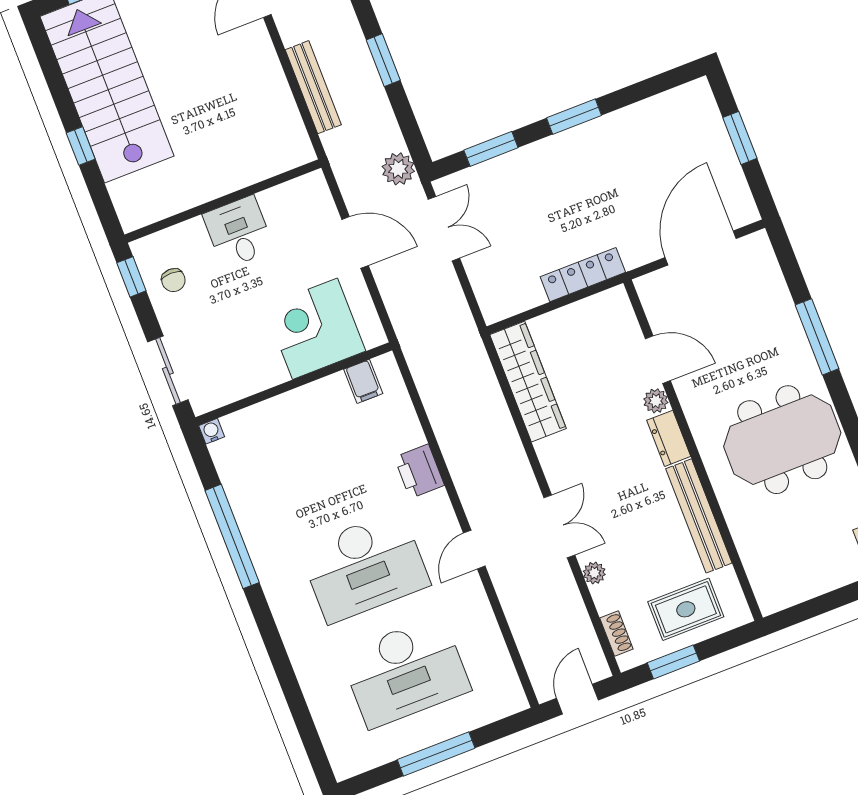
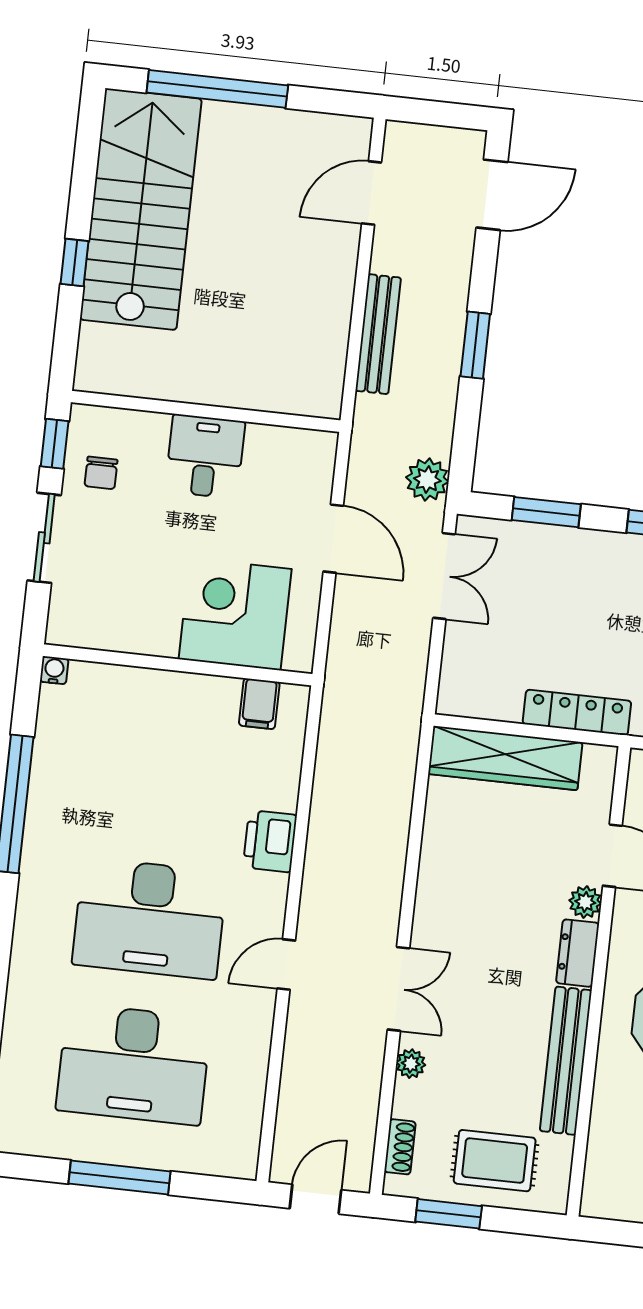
sliding door: (168, 371) -> (44, 538), moved
wardrobe: (528, 382) -> (505, 758), moved, turned 90

